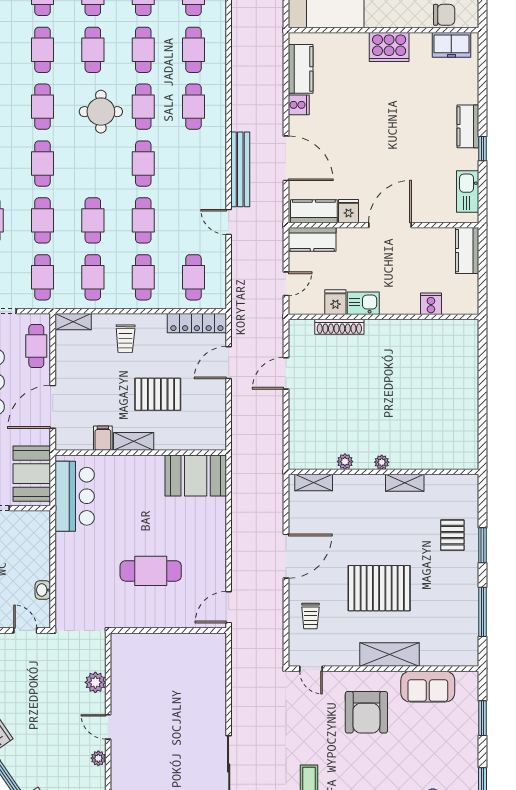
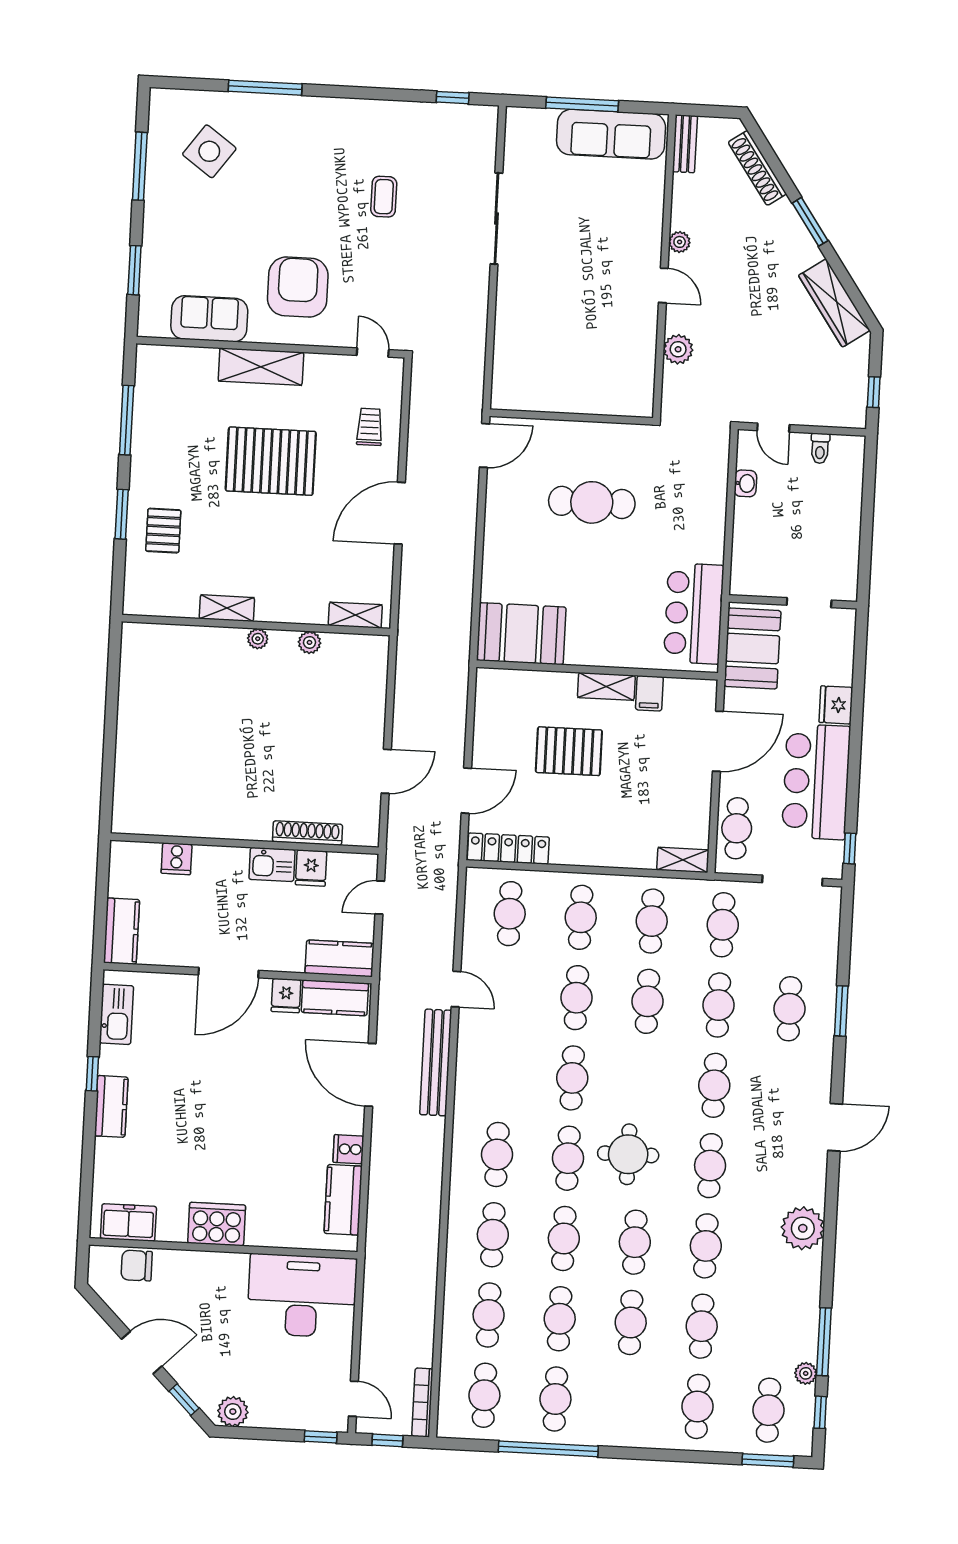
trolley: (125, 339) -> (610, 832), removed

